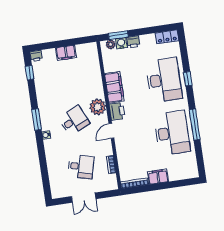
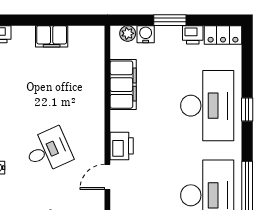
window: (118, 35) -> (170, 20), moved
printer: (133, 42) -> (193, 35), moved
filing cabinet: (114, 87) -> (123, 85), moved
plant: (98, 107) -> (91, 134), removed

